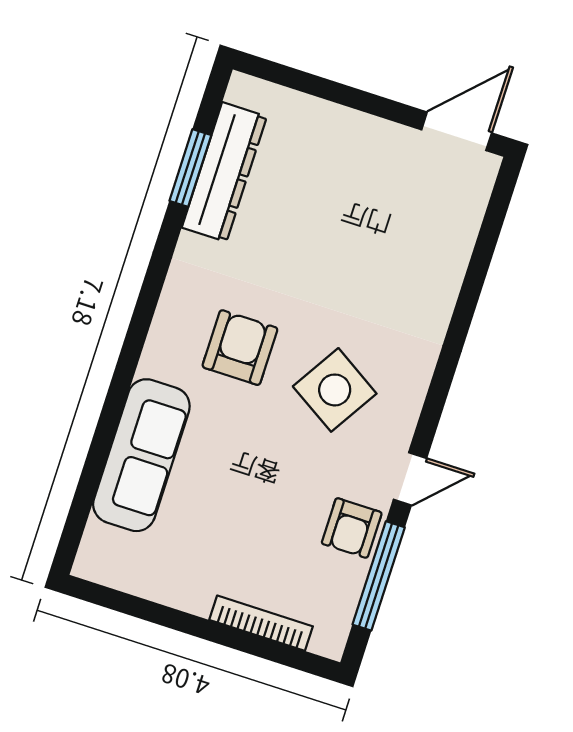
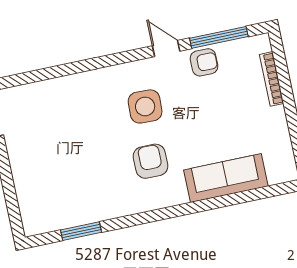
dresser: (224, 172) -> (74, 215), removed
armchair: (240, 348) -> (151, 161), turned 90
side table: (335, 390) -> (145, 106), turned -30

